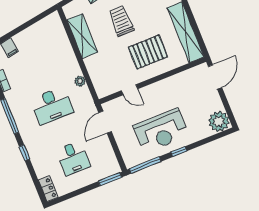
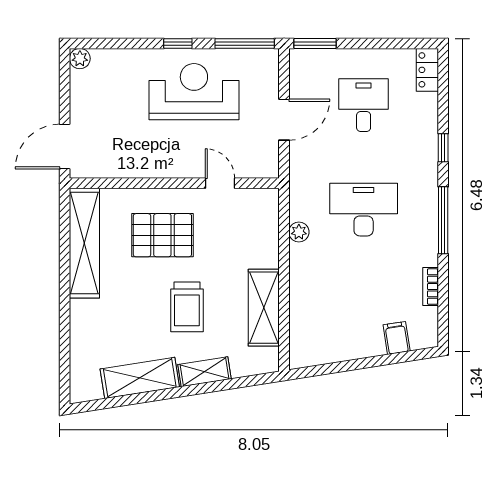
plant: (219, 121) -> (80, 59), width x0.53, depth x0.53
door: (105, 122) -> (284, 120), moved

